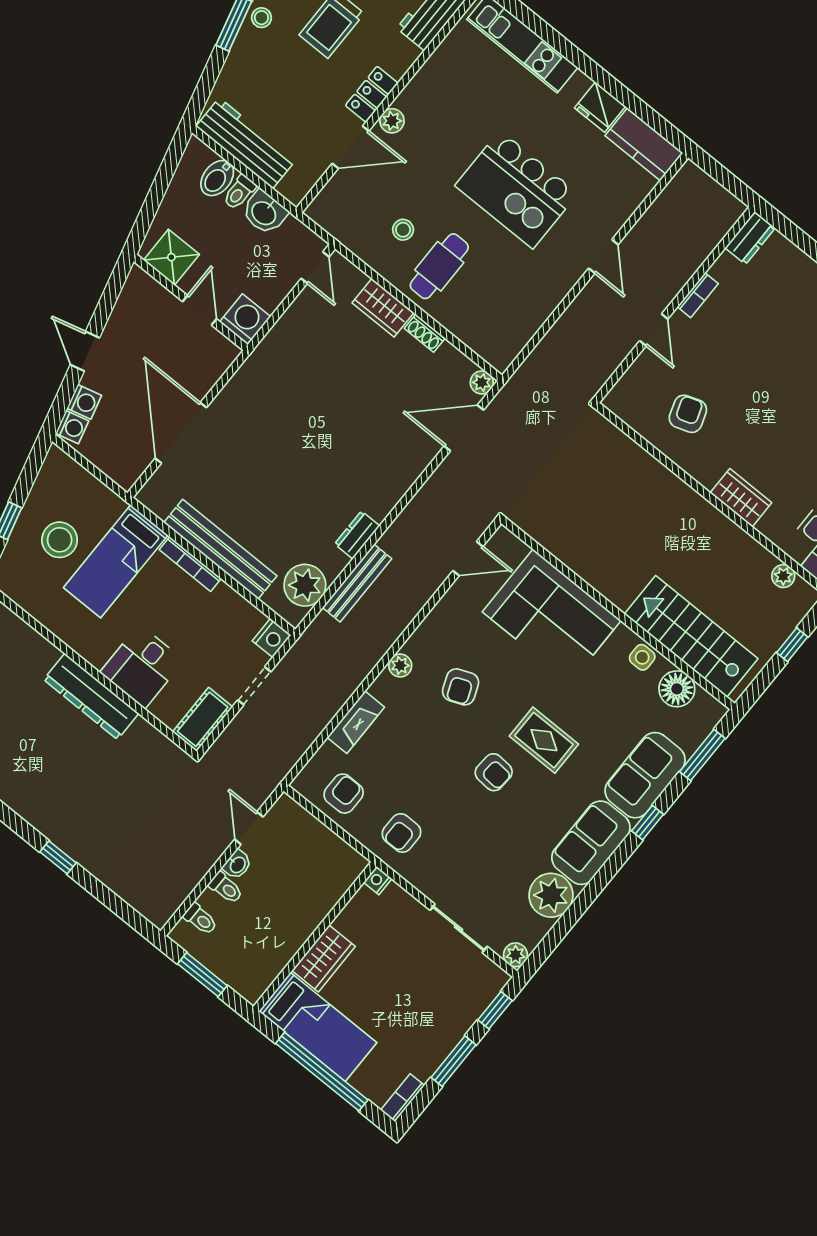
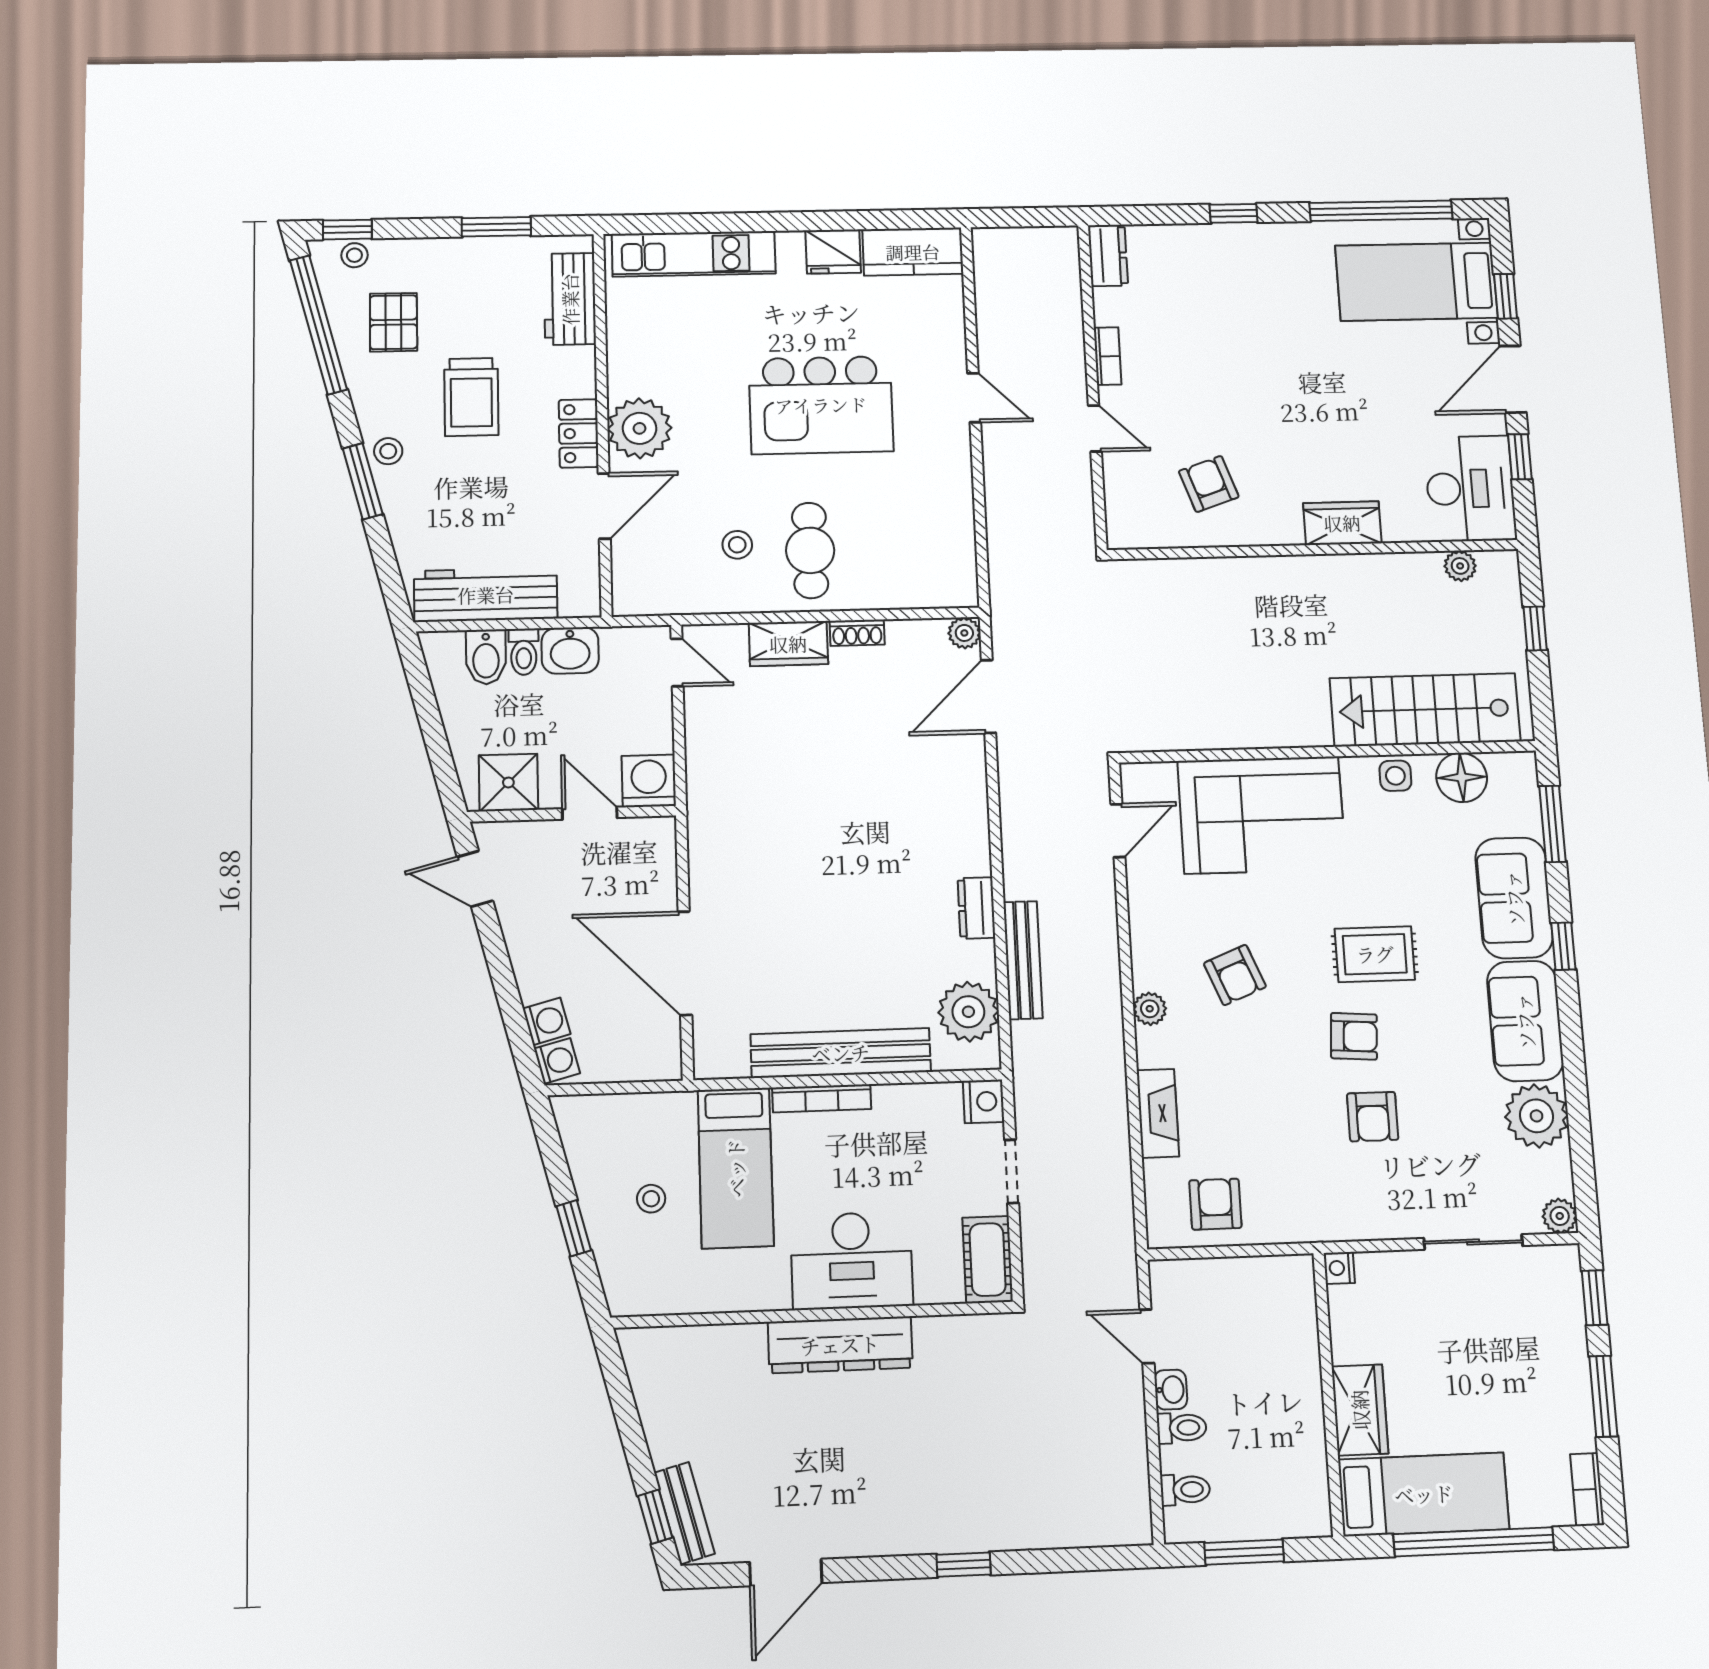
plant: (392, 121) -> (640, 428), width x1.87, depth x1.87
door: (85, 351) -> (475, 879), moved
stool: (60, 540) -> (651, 1199), width x0.53, depth x0.53
desk: (142, 666) -> (852, 1261), width x1.37
armchair: (401, 833) -> (1373, 1117), moved

